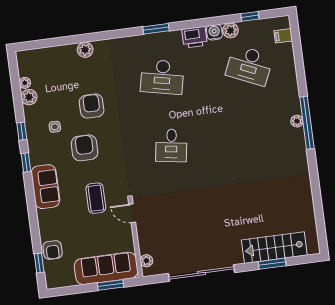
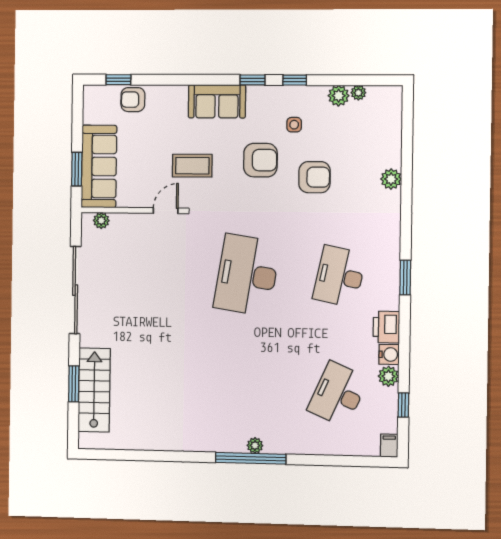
filing cabinet: (283, 36) -> (389, 446), moved
desk: (171, 145) -> (247, 275), width x1.87, depth x1.30

